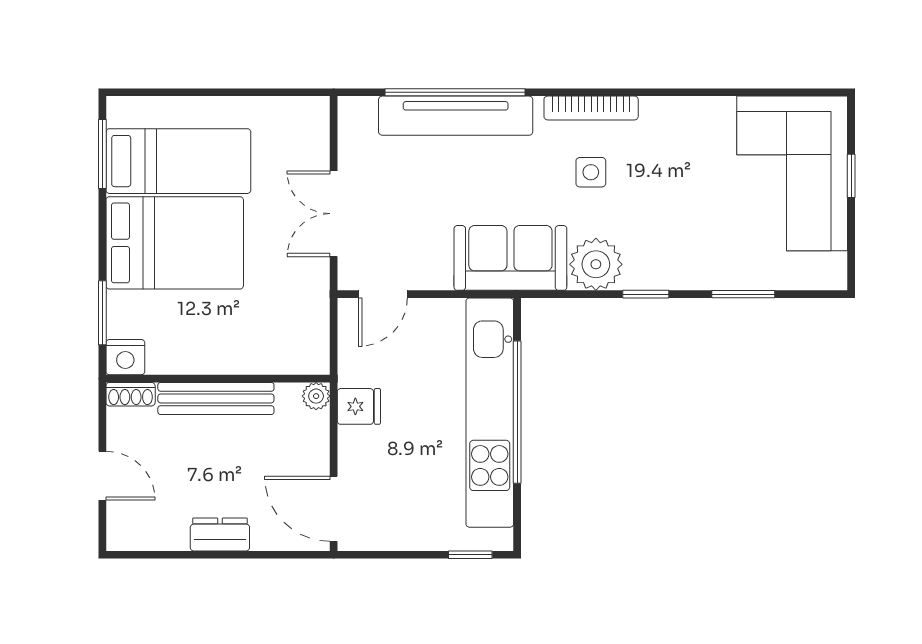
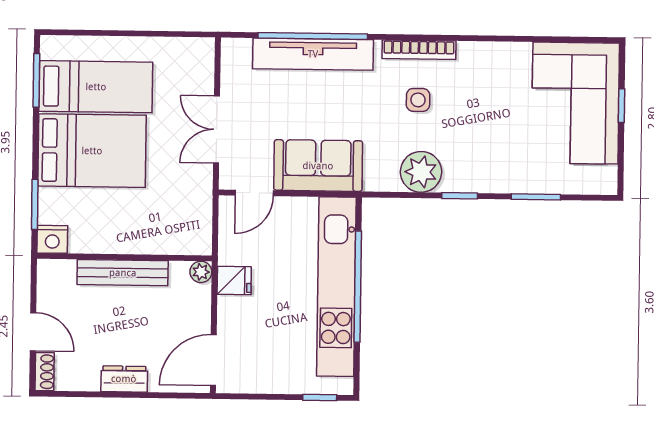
sofa: (510, 258) -> (318, 166), moved
shoe rack: (131, 394) -> (45, 372), moved, turned -90
door: (334, 509) -> (213, 360), hinge flipped

